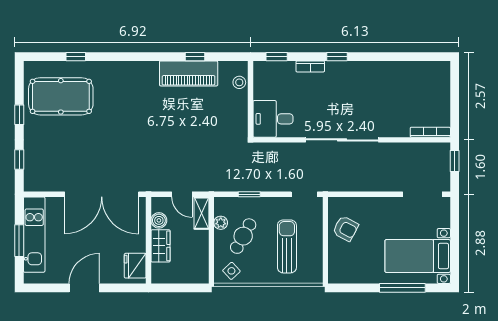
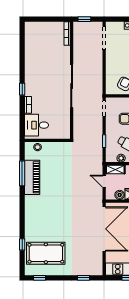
window: (195, 57) -> (22, 173), width x2.17
window: (277, 57) -> (22, 125), removed
pool table: (61, 96) -> (46, 253), turned 90
window: (19, 115) -> (39, 278), moved
desk: (273, 119) -> (37, 125), moved, turned 90
door: (182, 194) -> (104, 181), swing flipped

